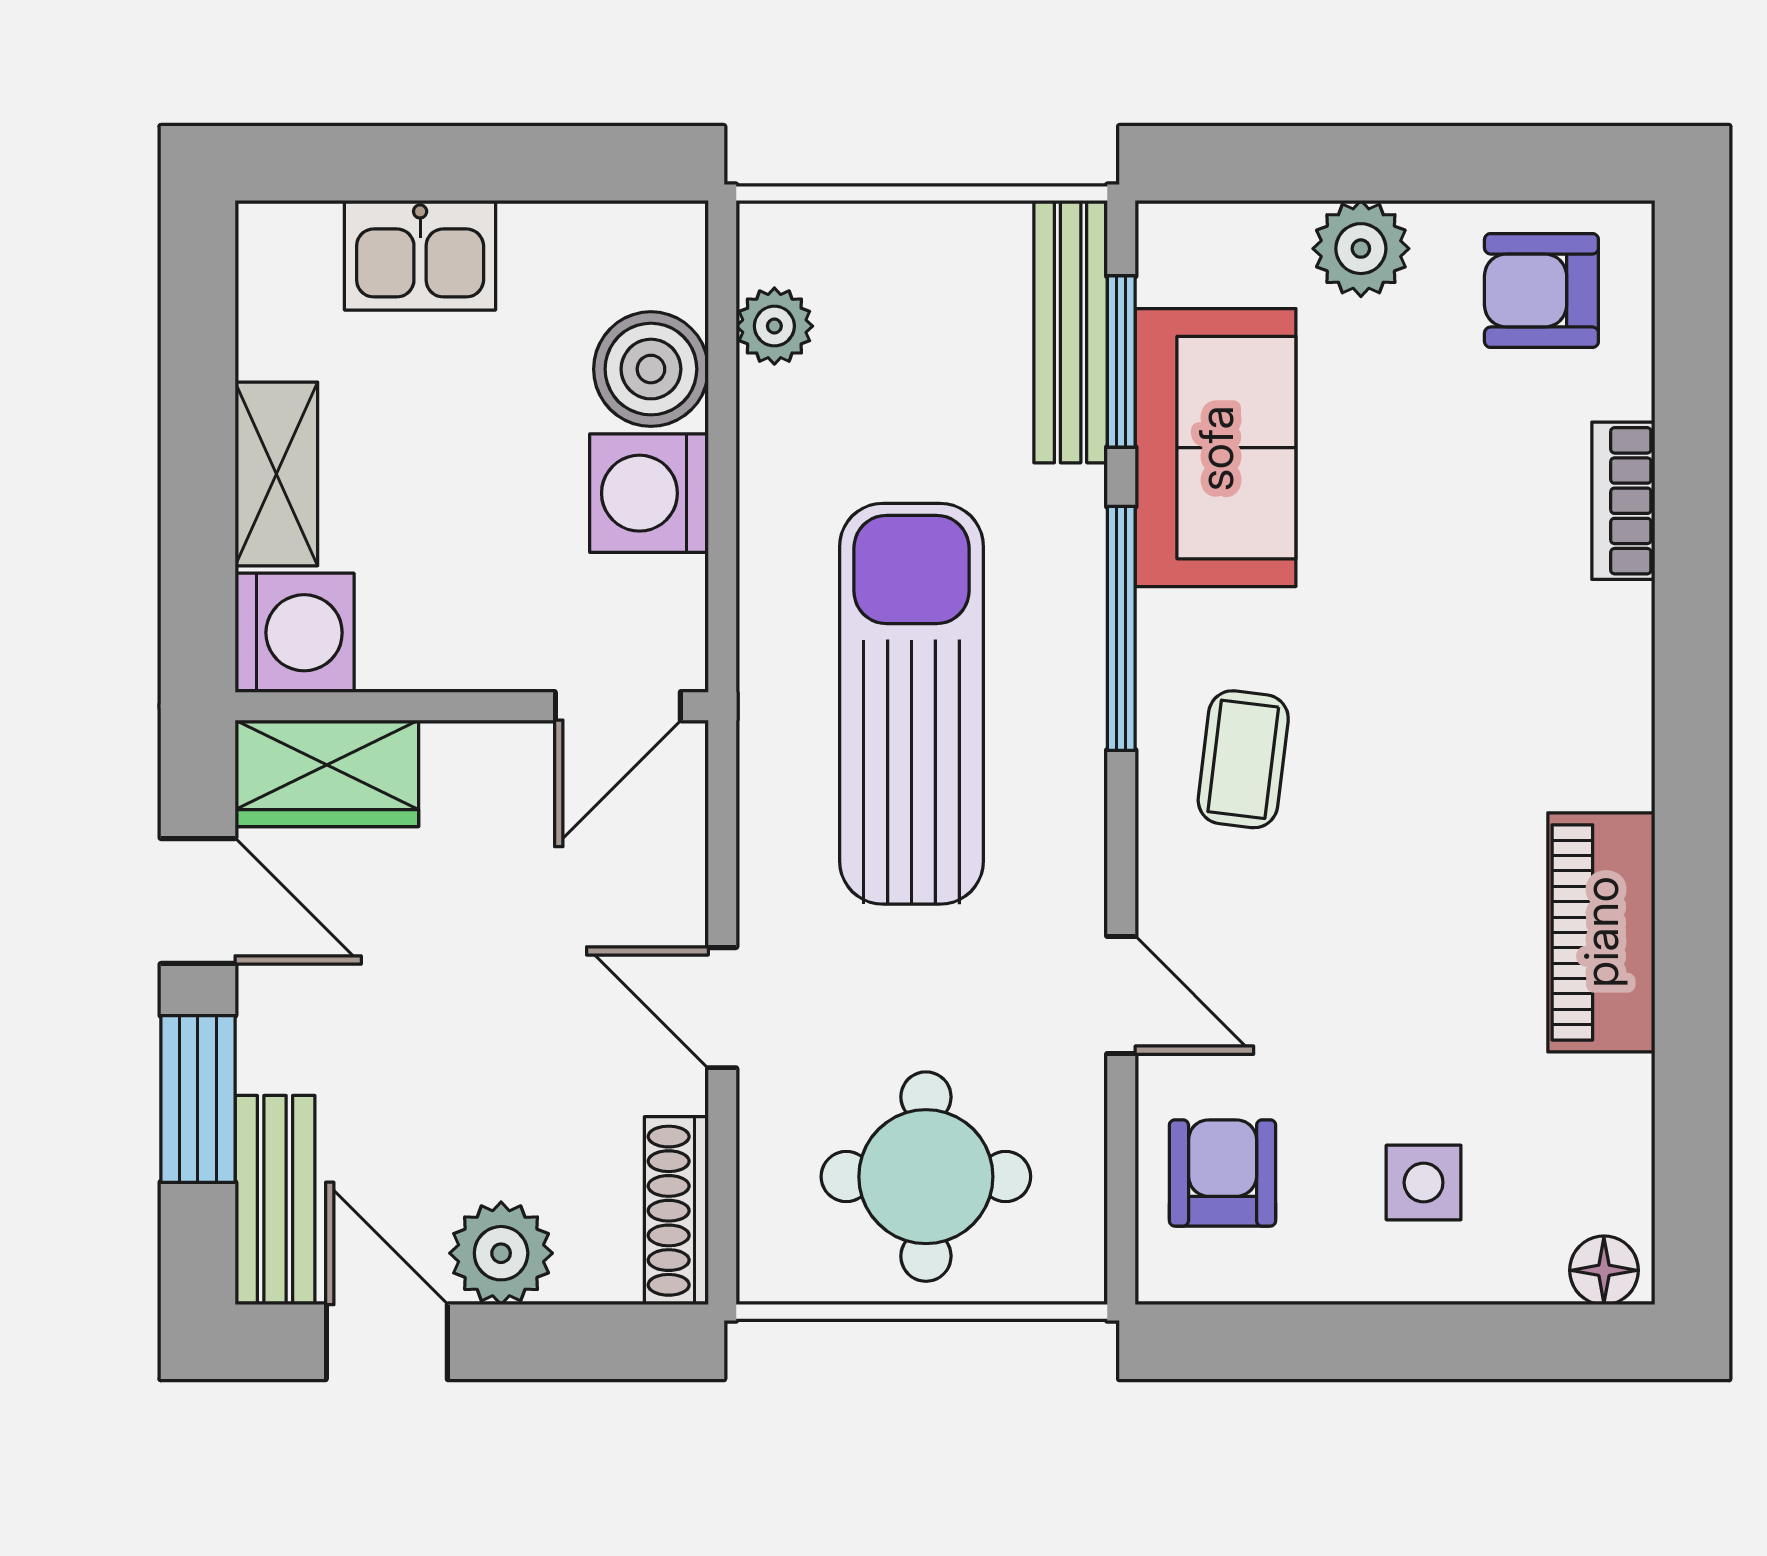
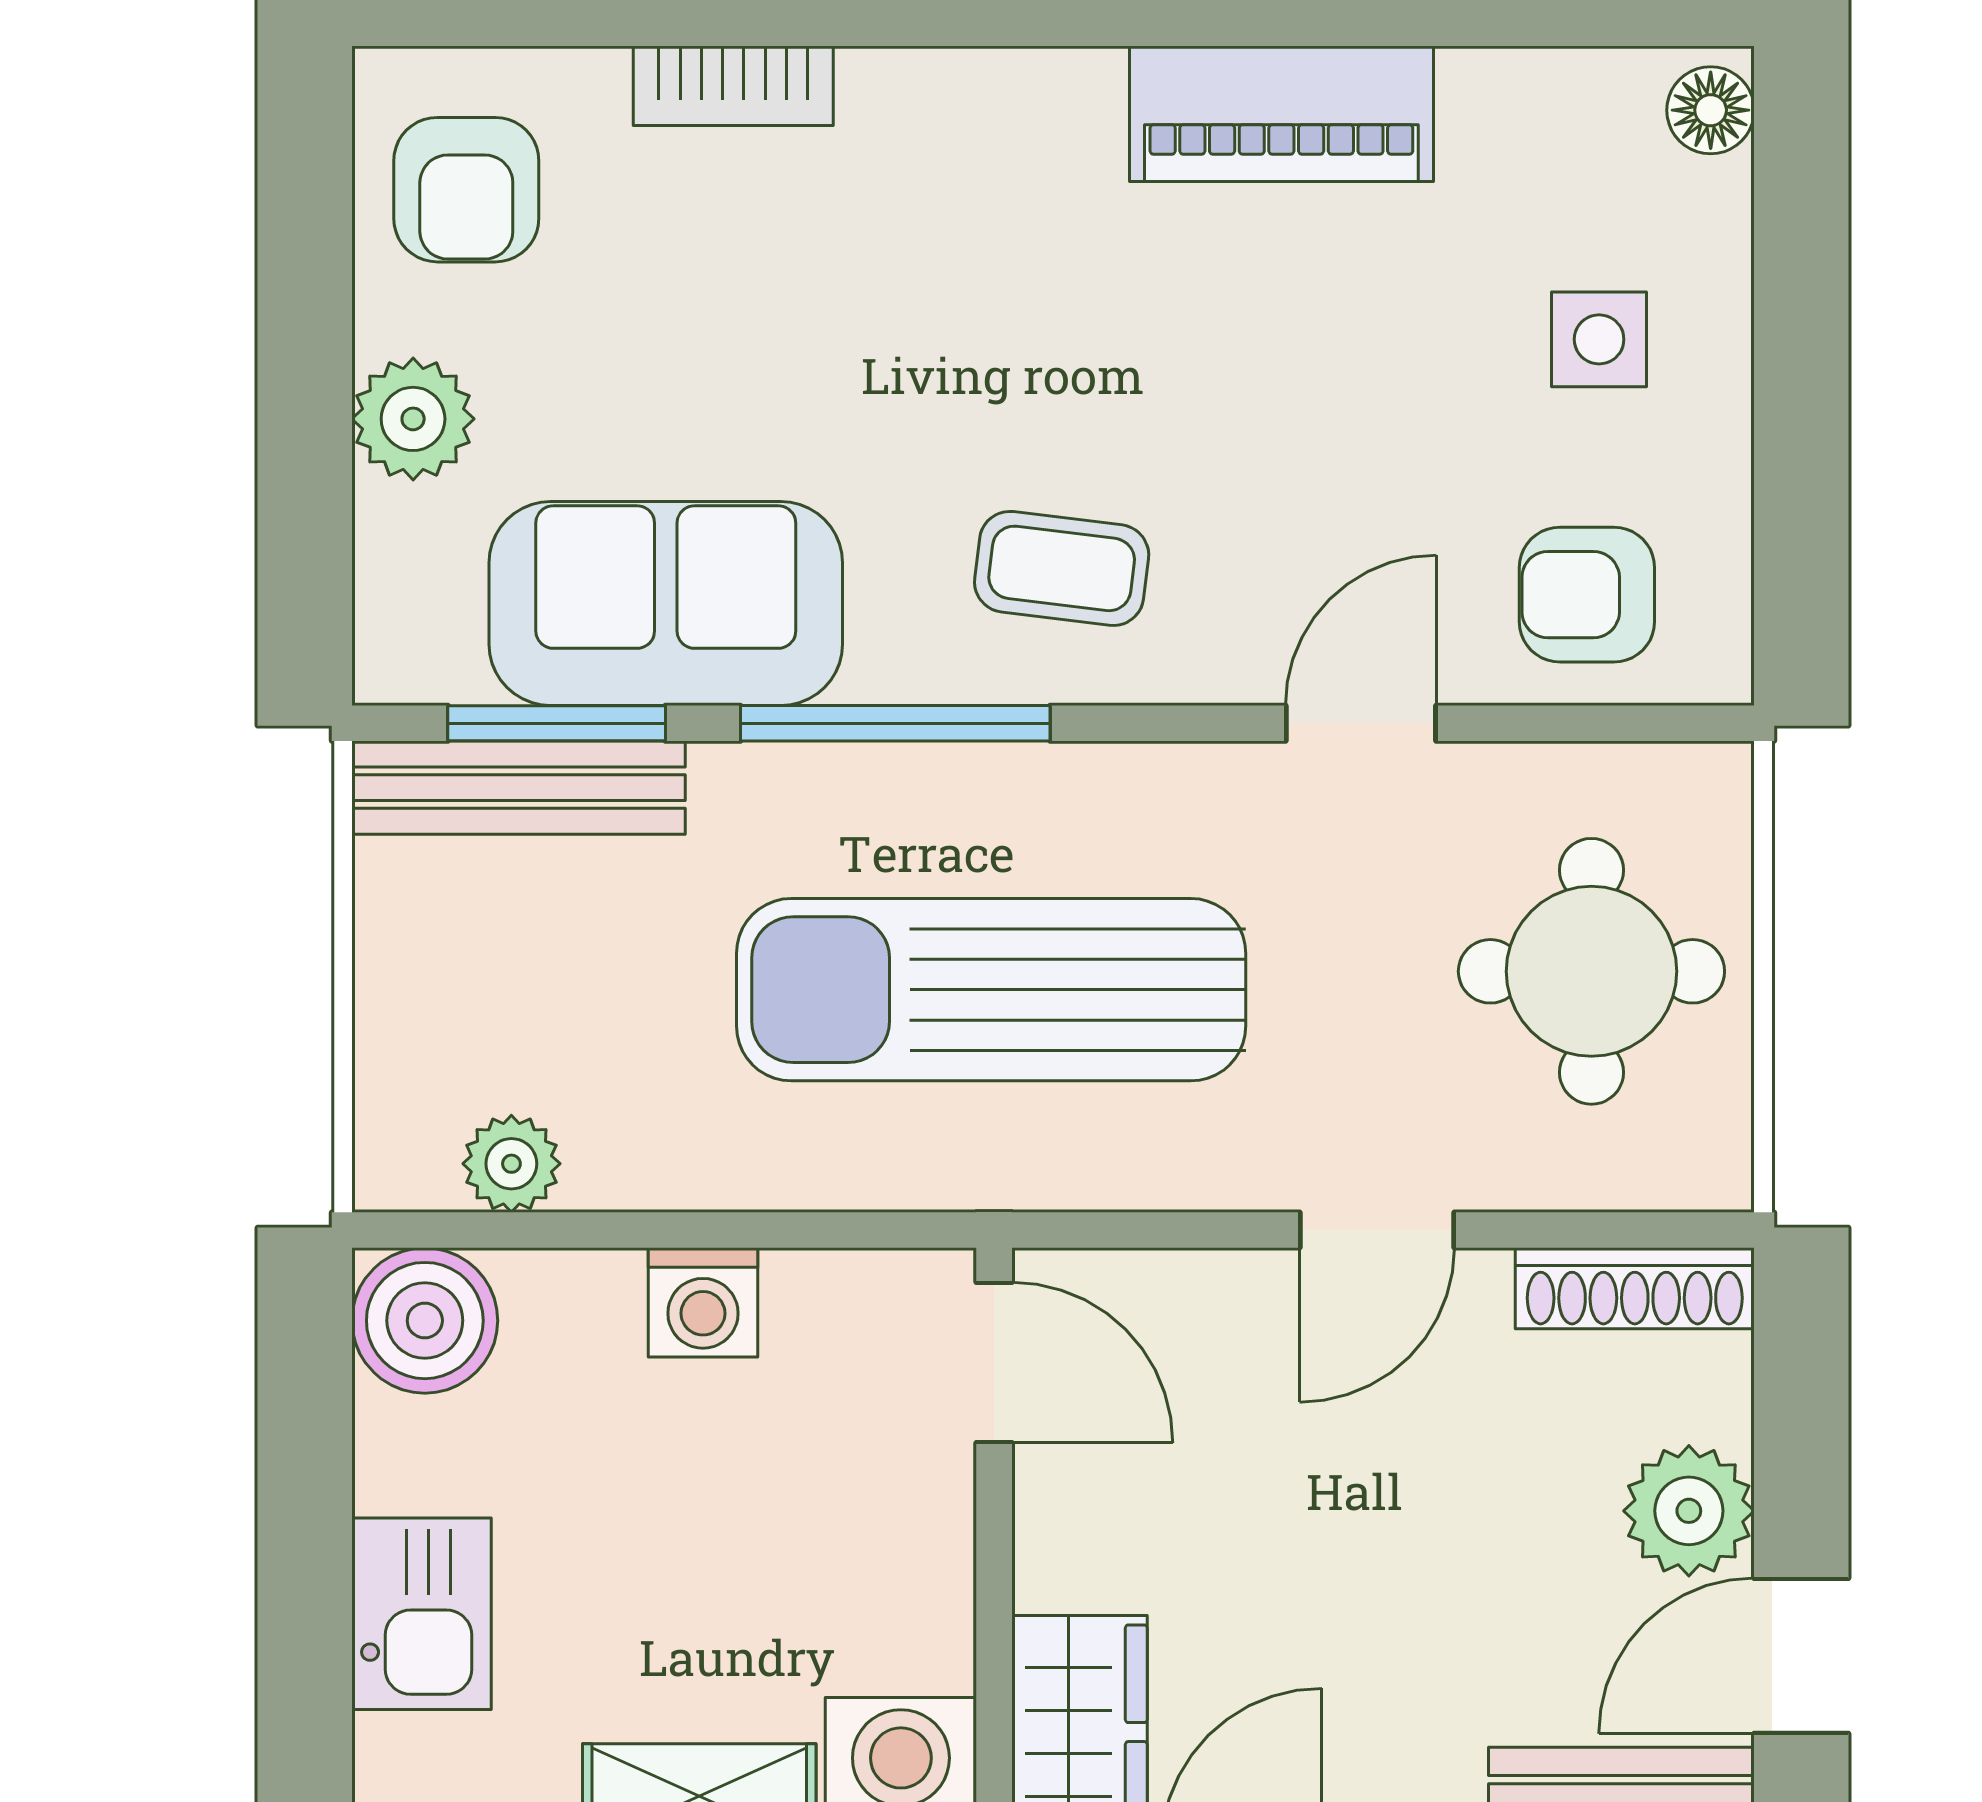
boiler: (651, 369) -> (425, 1321), moved
washing machine: (649, 493) -> (703, 1302), width x0.73, depth x0.73

